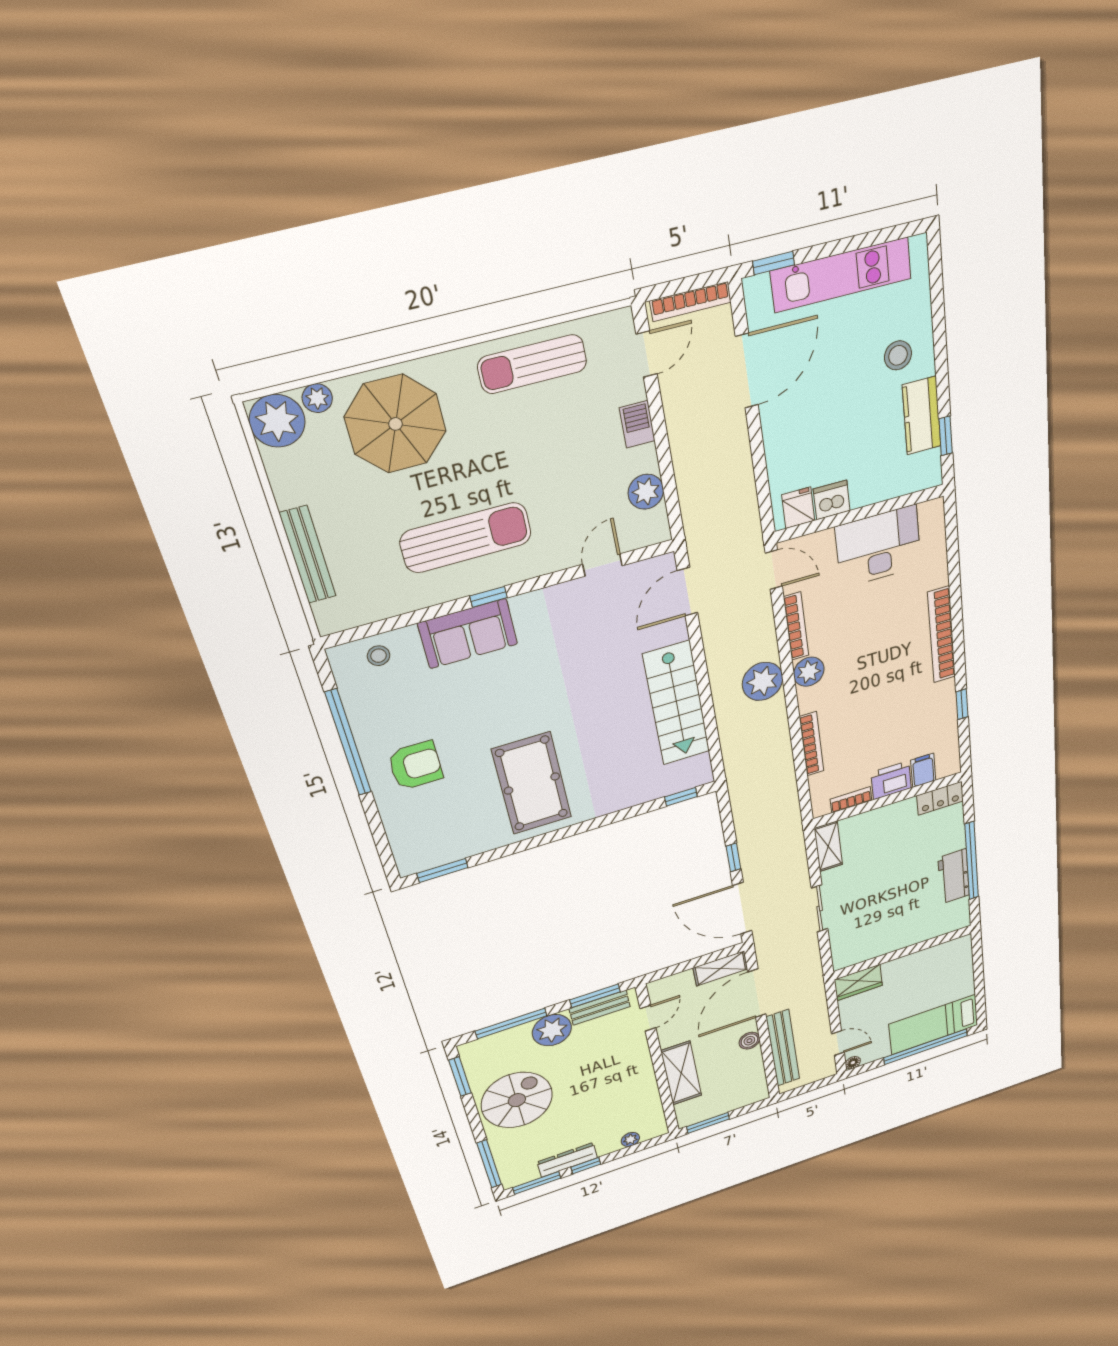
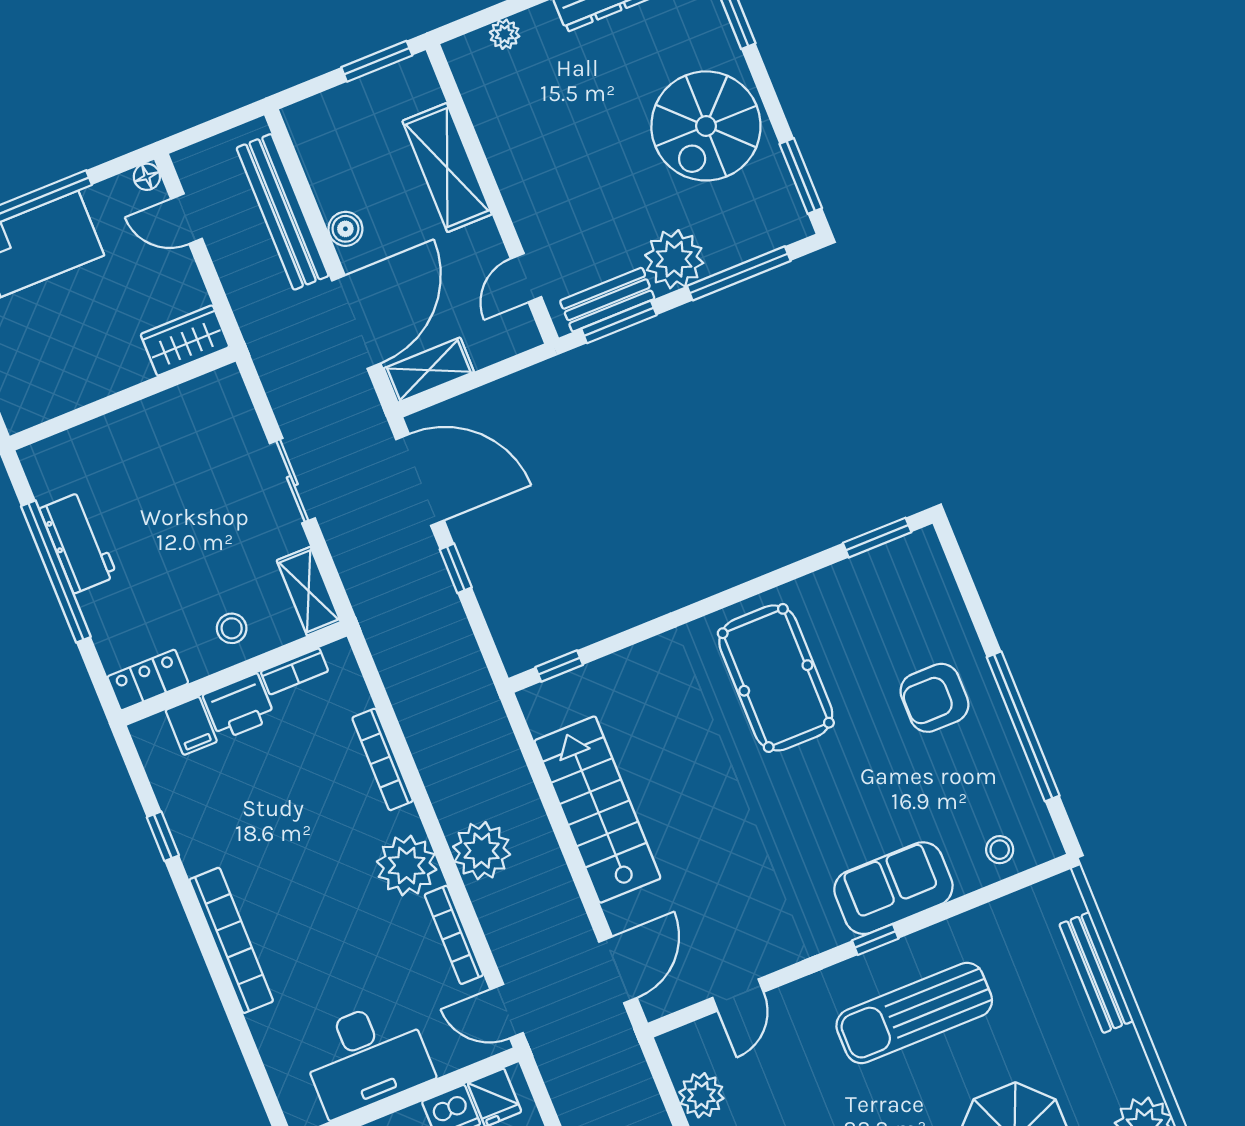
plant: (809, 672) -> (407, 865), width x1.36, depth x1.36
stool: (881, 826) -> (232, 628), added

